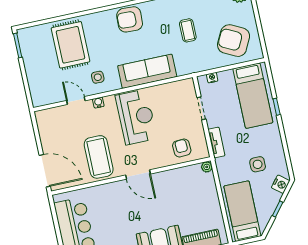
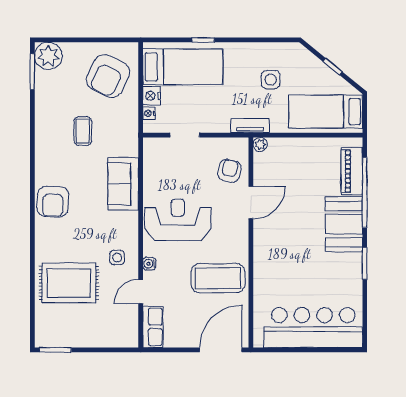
coffee table: (188, 30) -> (83, 131), turned 90
sofa: (147, 71) -> (123, 184), width x0.73
row of seats: (51, 116) -> (153, 327), added
tv unit: (216, 142) -> (250, 126), moved
armchair: (182, 148) -> (229, 171), turned 106
door: (138, 174) -> (251, 202), moved
nightstand: (281, 184) -> (152, 96), moved, turned -129

